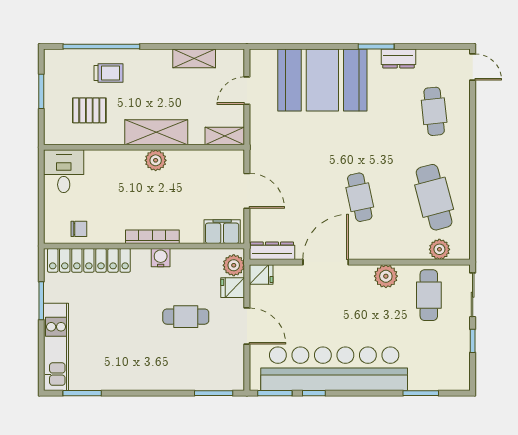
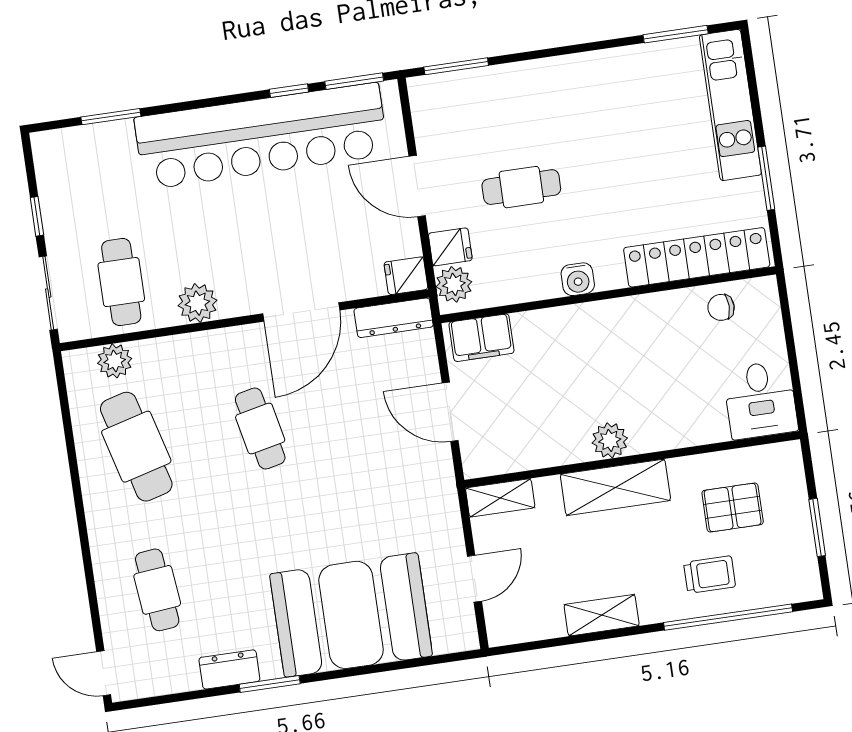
shelving: (194, 58) -> (602, 615), moved
trolley: (109, 73) -> (710, 575), turned 180
bookcase: (152, 237) -> (597, 312), removed

